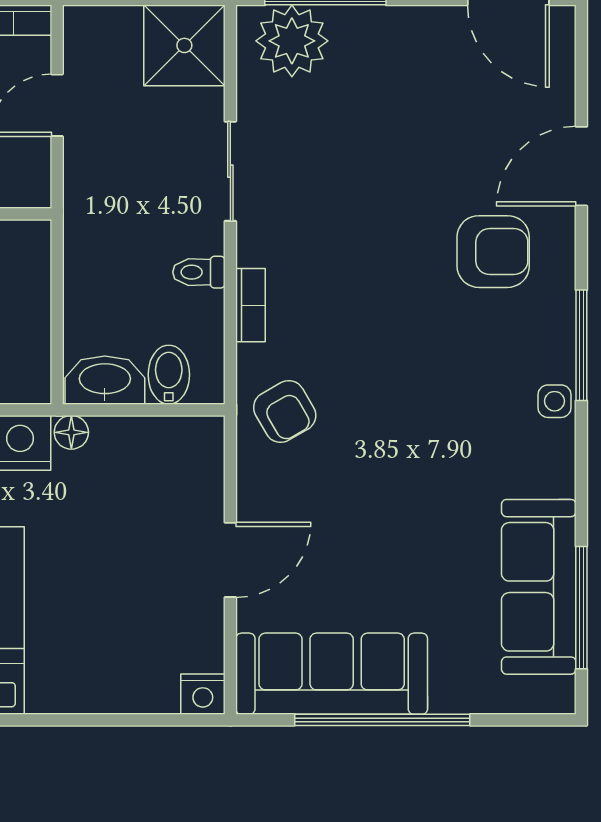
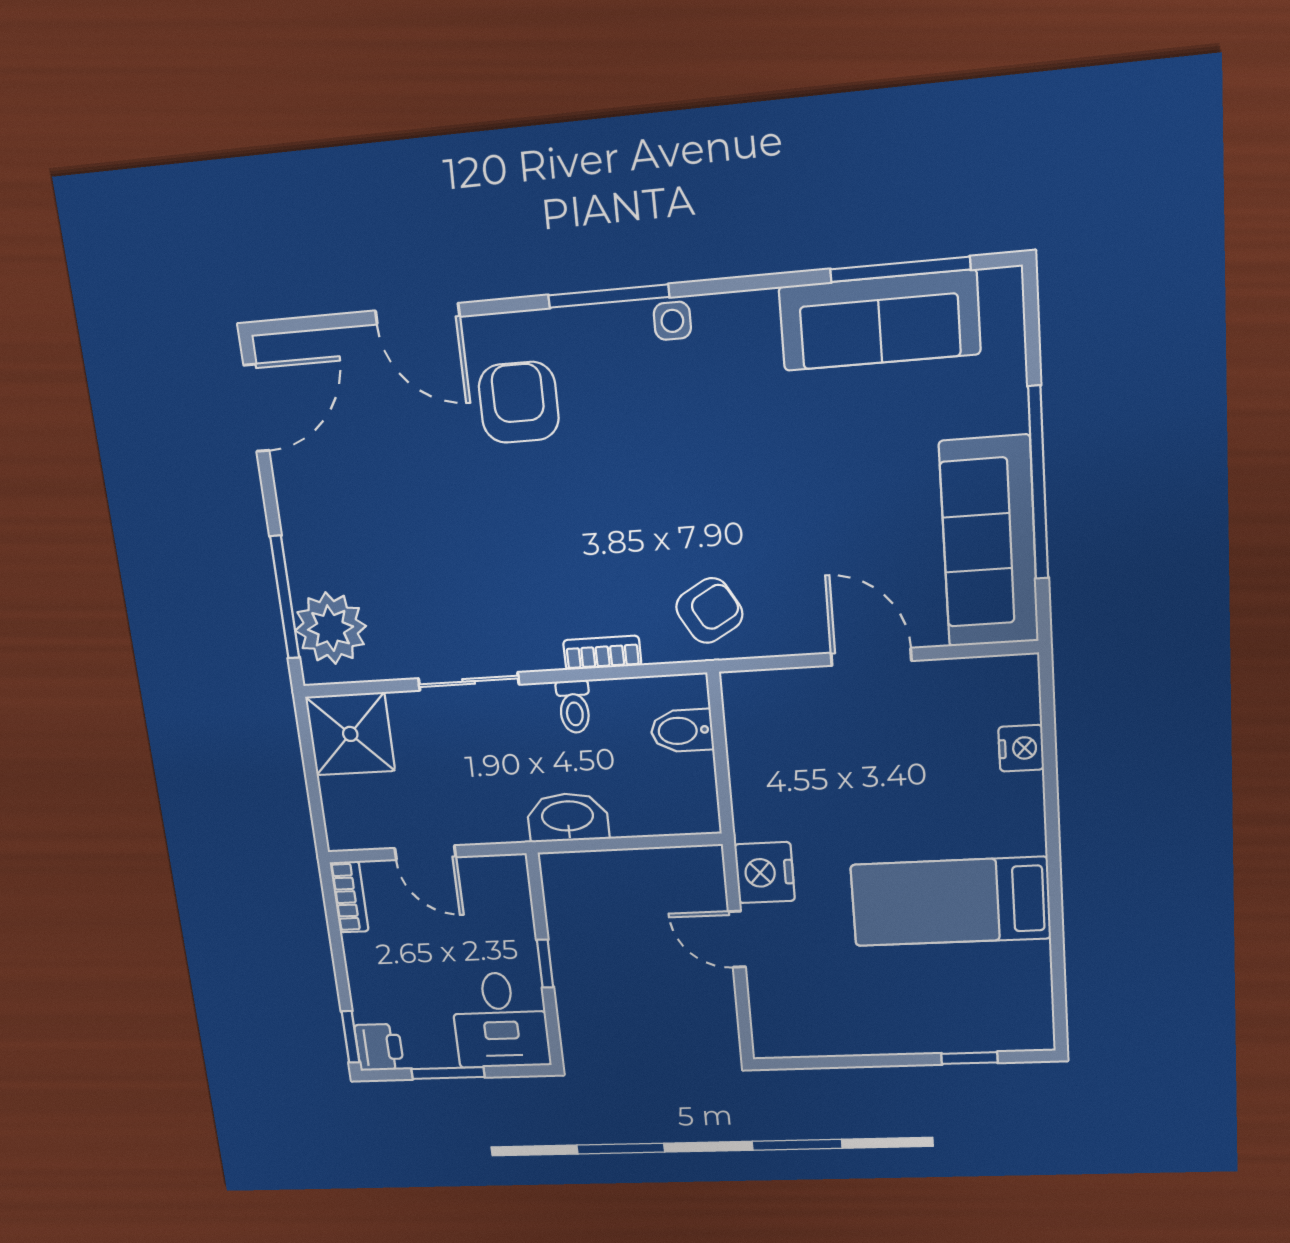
washbasin: (105, 380) -> (568, 817), moved, turned 90
floor lamp: (71, 432) -> (750, 824), removed
nightstand: (203, 694) -> (1021, 748), moved

